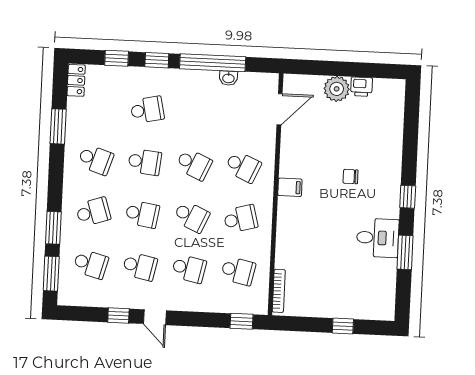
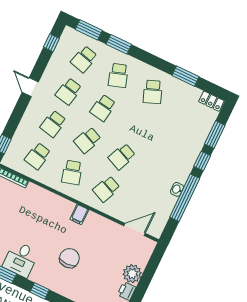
window: (117, 58) -> (215, 135), width x1.50
washbasin: (228, 78) -> (177, 189), moved
door: (280, 109) -> (135, 230), swing flipped
school desk: (147, 110) -> (172, 141), removed
school desk: (96, 160) -> (153, 92), turned -39
school desk: (145, 162) -> (137, 124), removed
chair: (351, 177) -> (69, 258), width x1.87, depth x1.87
window: (118, 315) -> (51, 43), moved
door: (155, 317) -> (30, 87), hinge flipped

